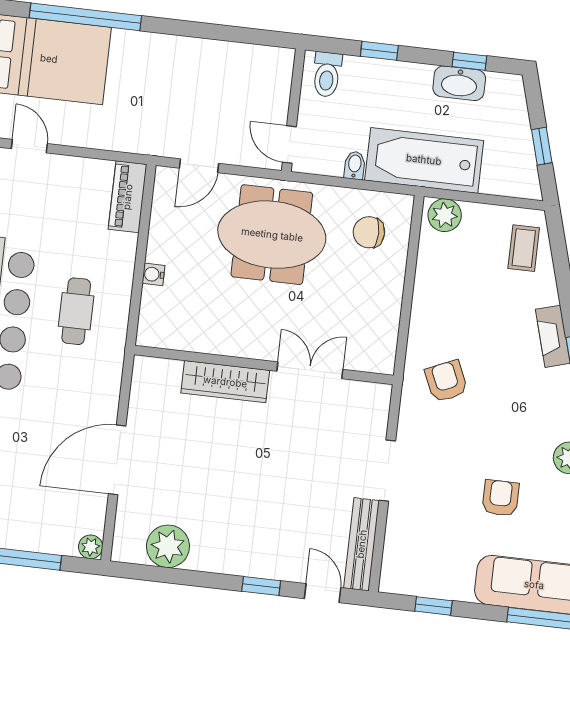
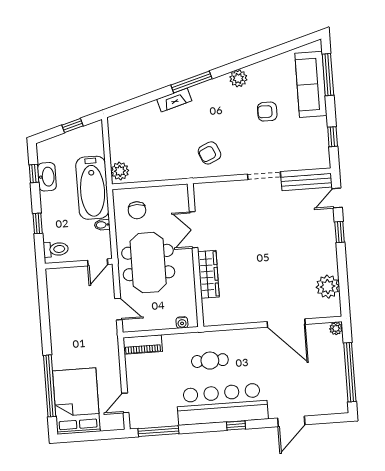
coffee table: (524, 248) -> (130, 125), removed
wall: (264, 365) -> (195, 255), moved
double door: (310, 370) -> (194, 230), moved
wardrobe: (225, 382) -> (208, 274), moved

